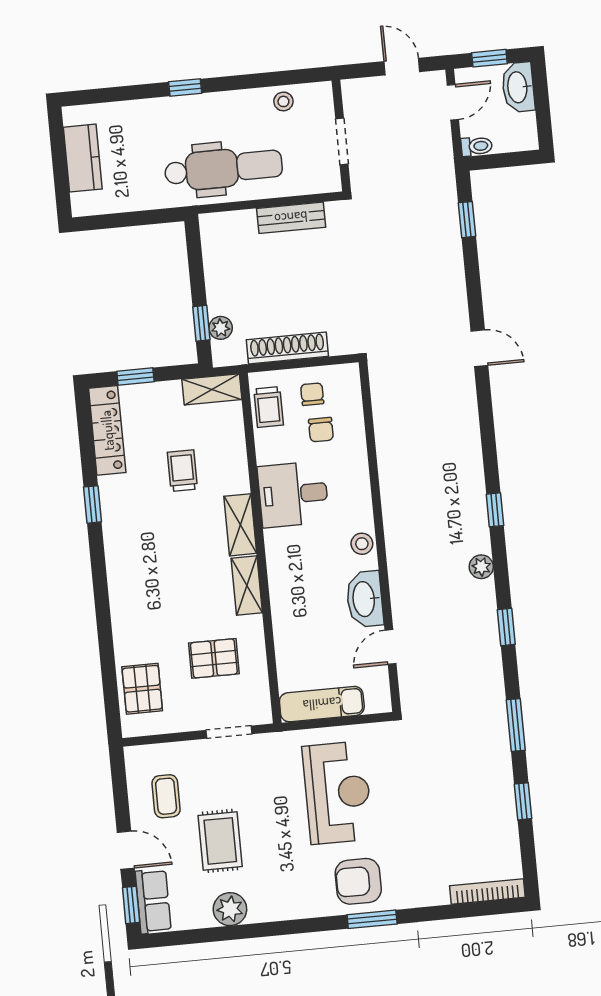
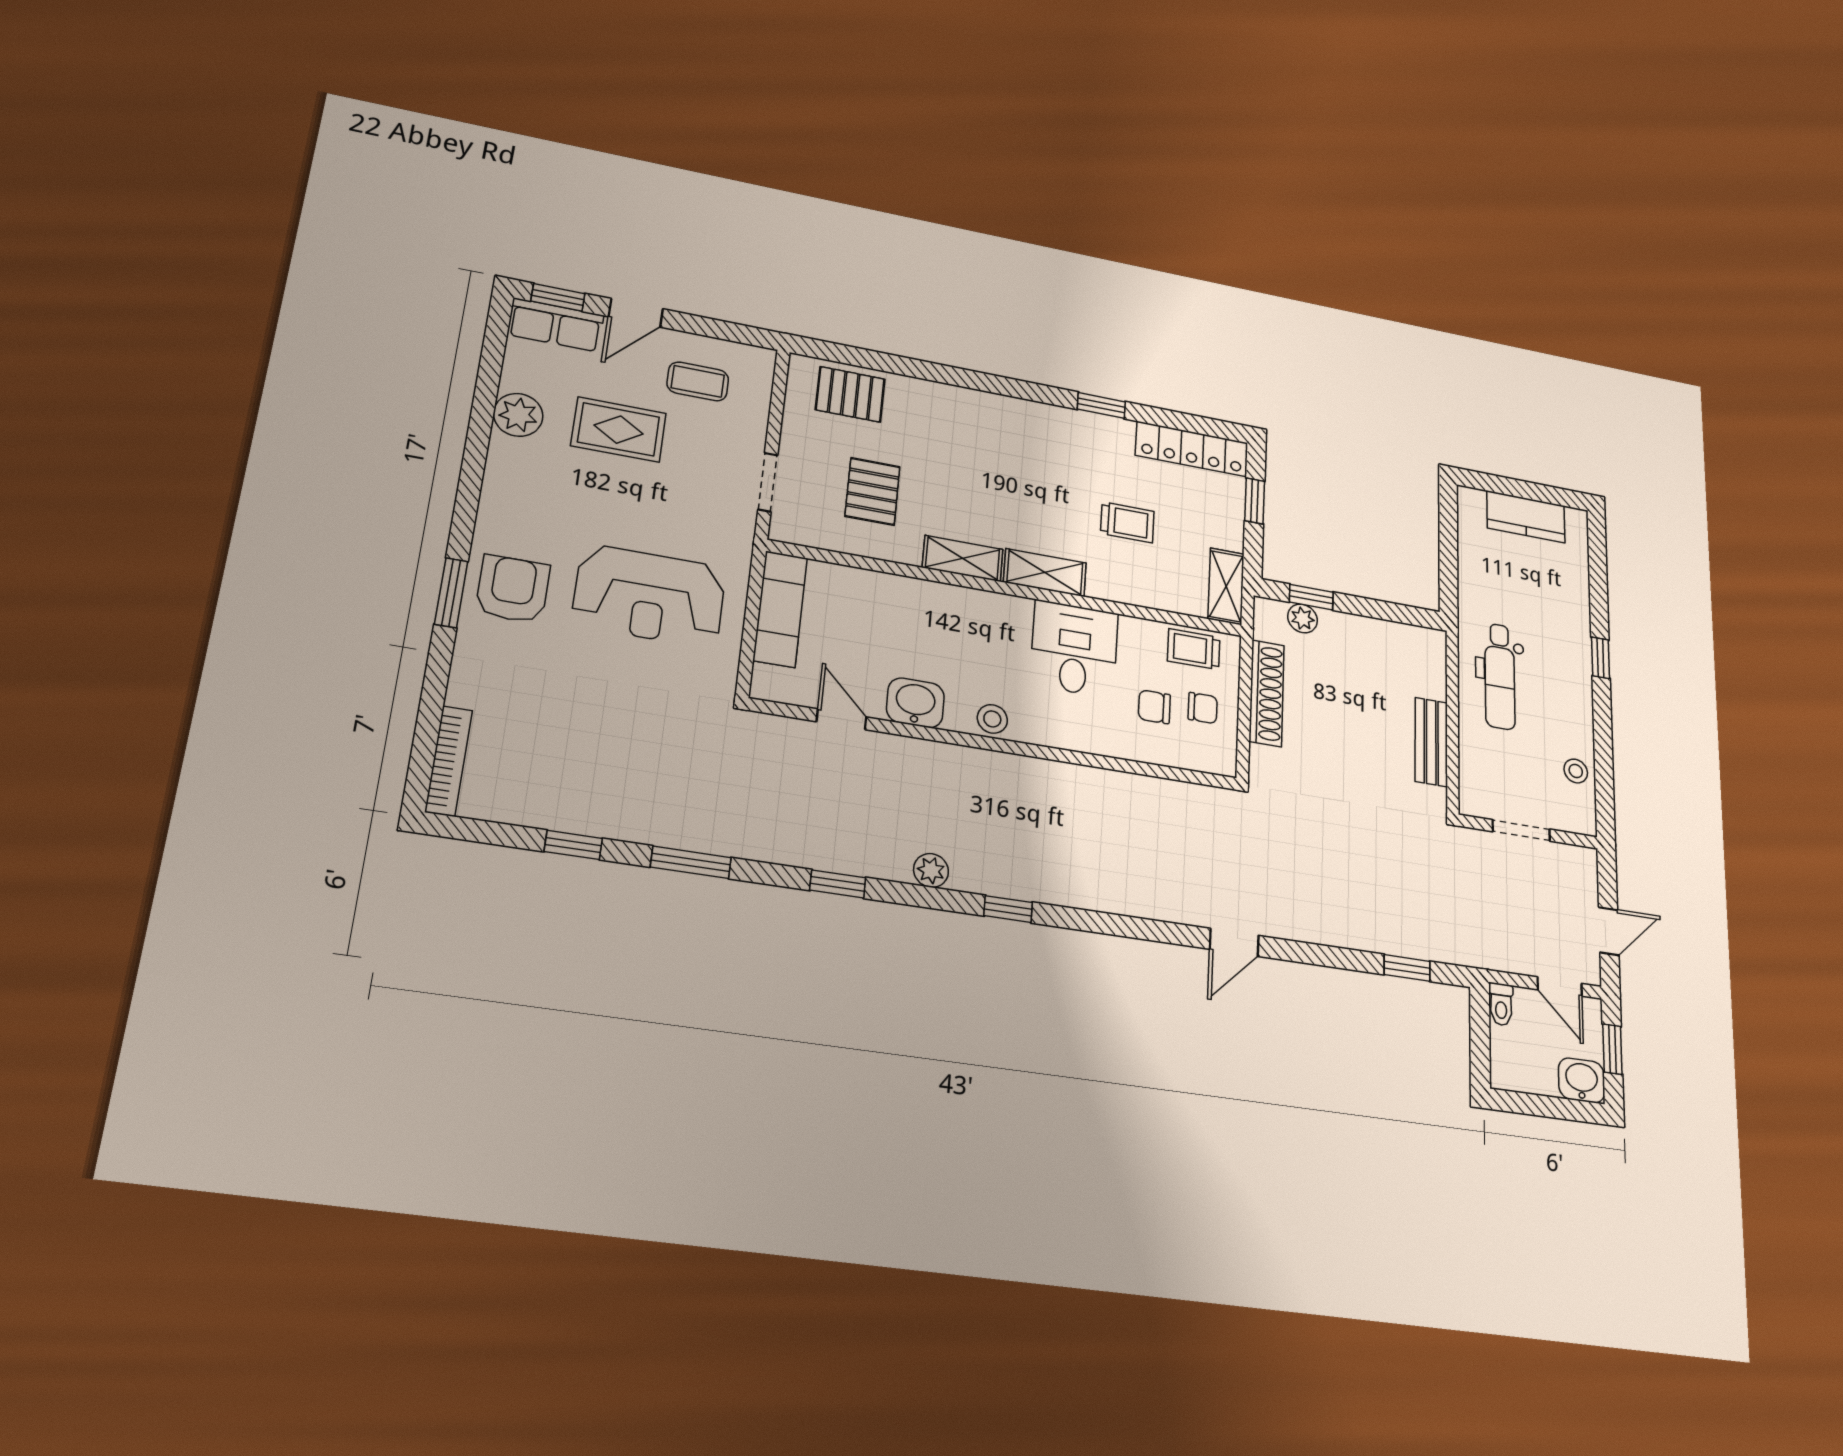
washbasin: (518, 87) -> (1582, 1080), width x0.72
dental chair: (224, 168) -> (1500, 676), width x0.73, depth x0.72
washbasin: (365, 599) -> (915, 703), width x0.72

